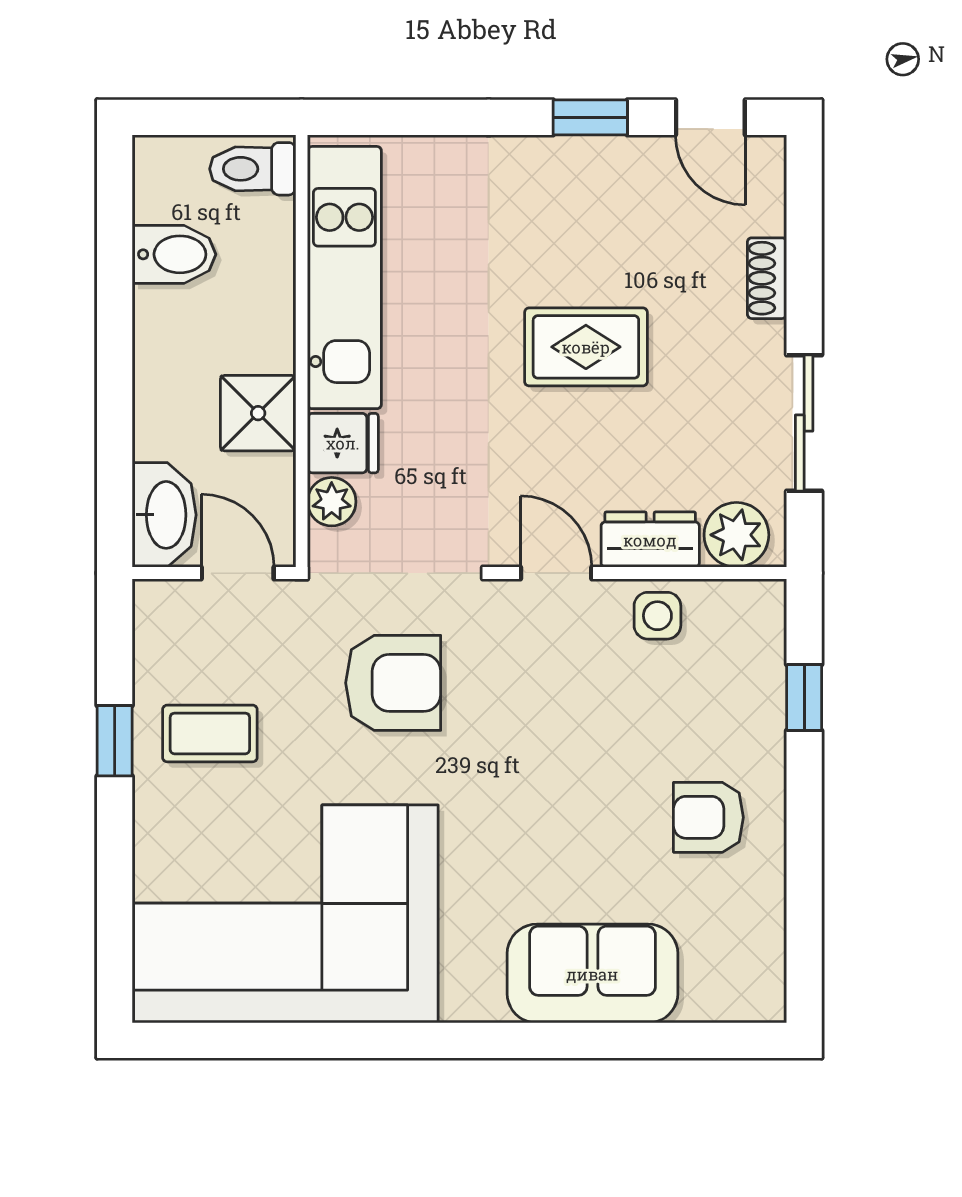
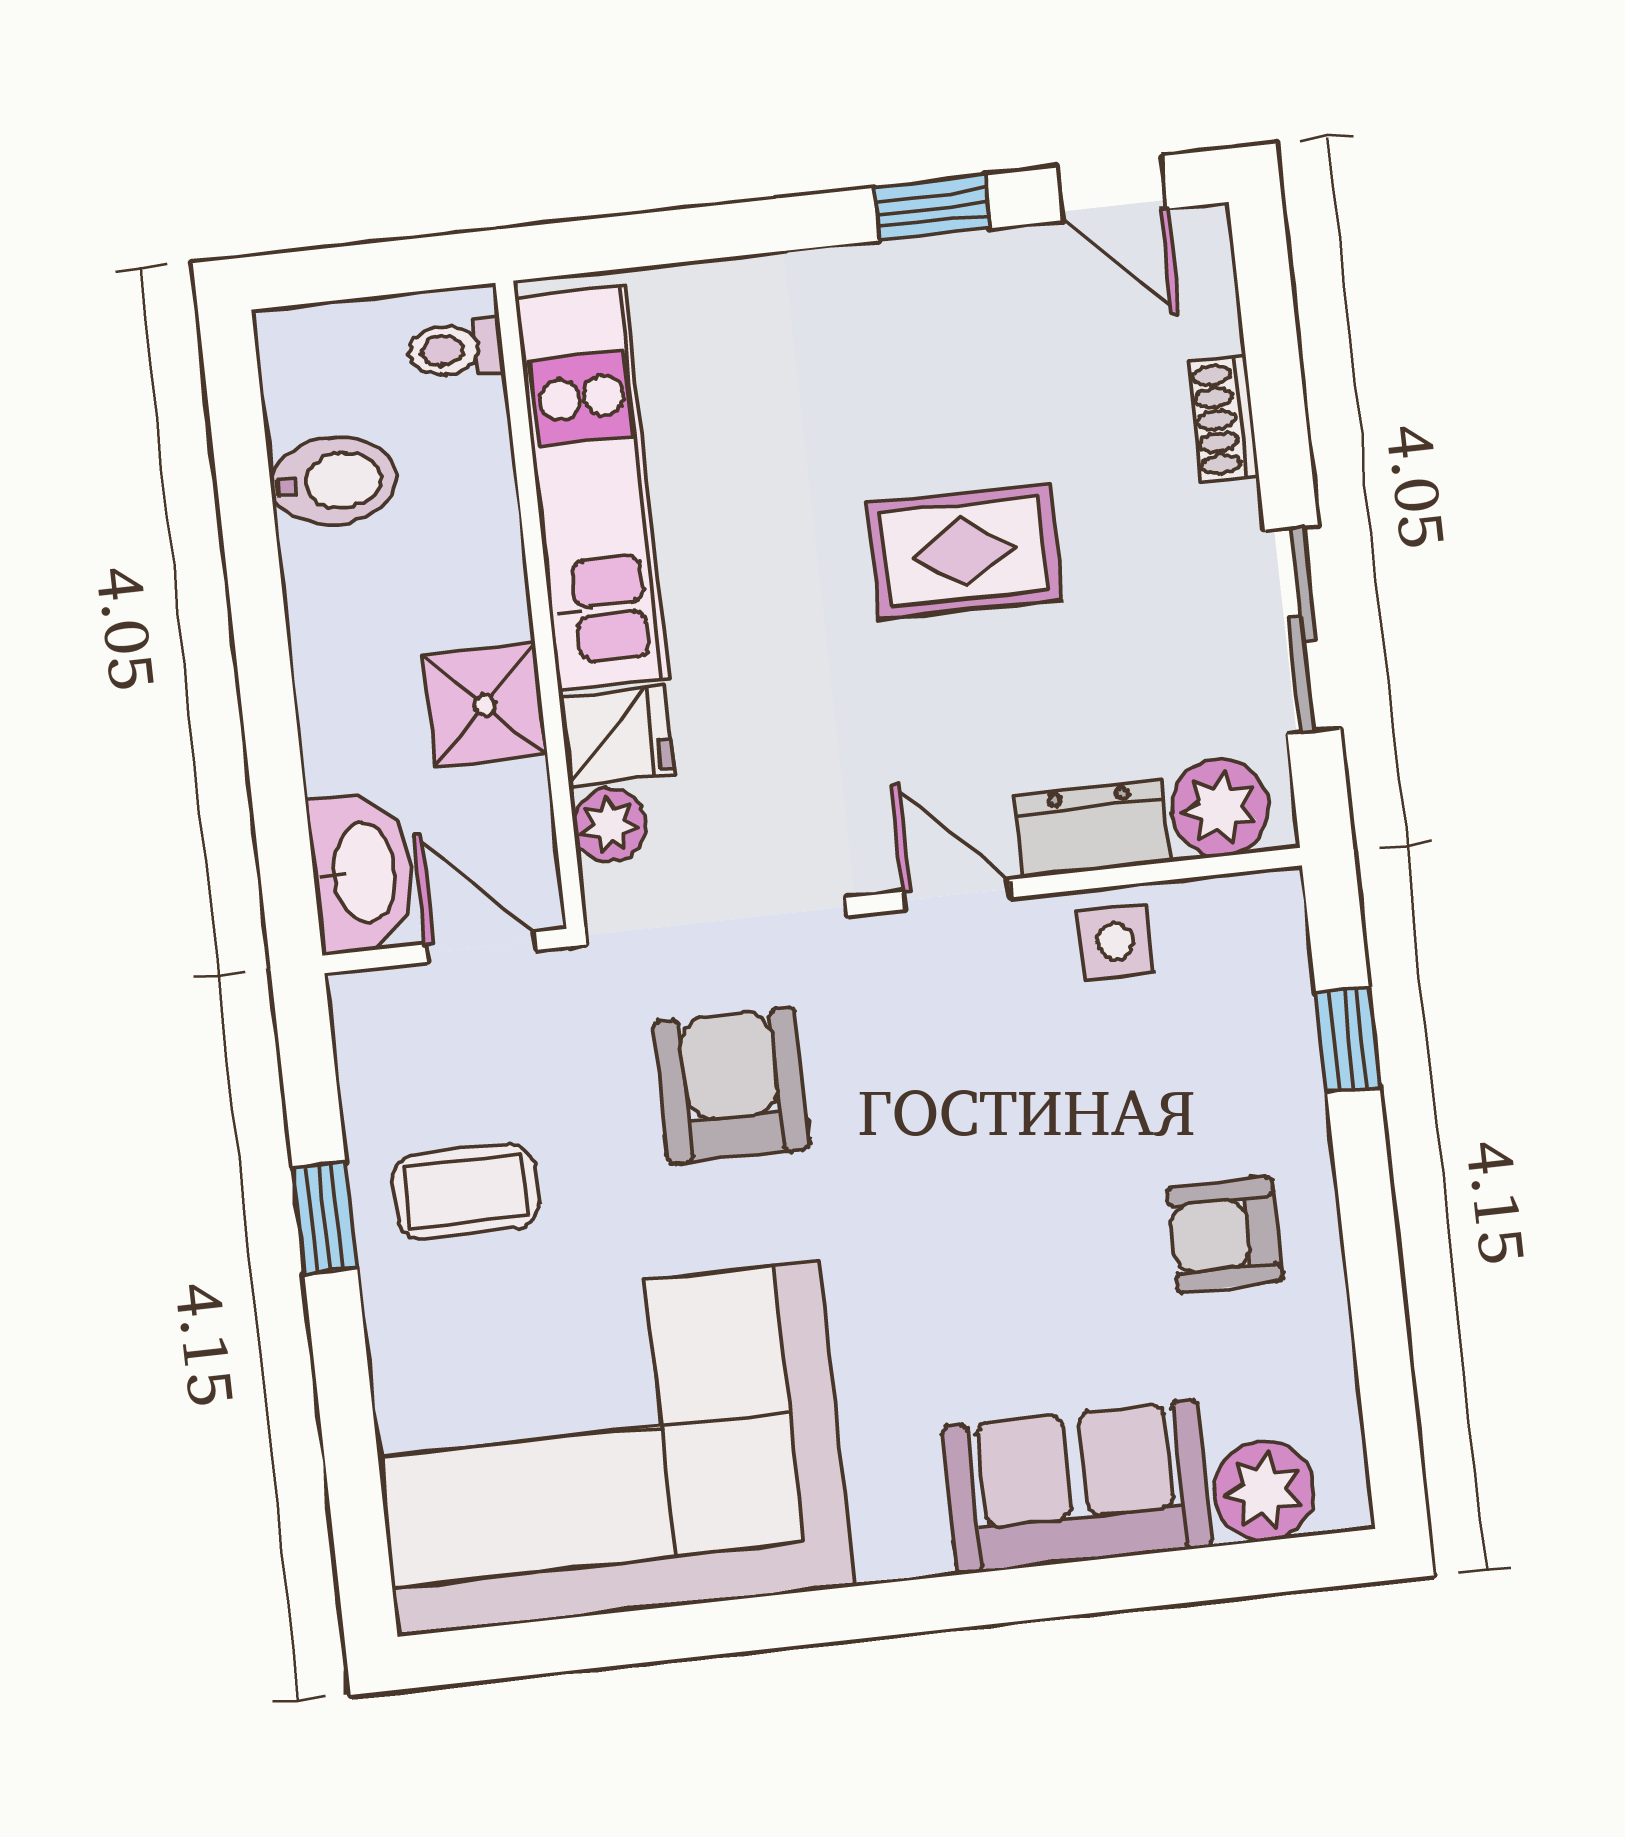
toilet: (253, 169) -> (456, 349), width x0.73, depth x0.72
armchair: (393, 683) -> (731, 1086), turned -90
plant: (716, 990) -> (1264, 1491), added

